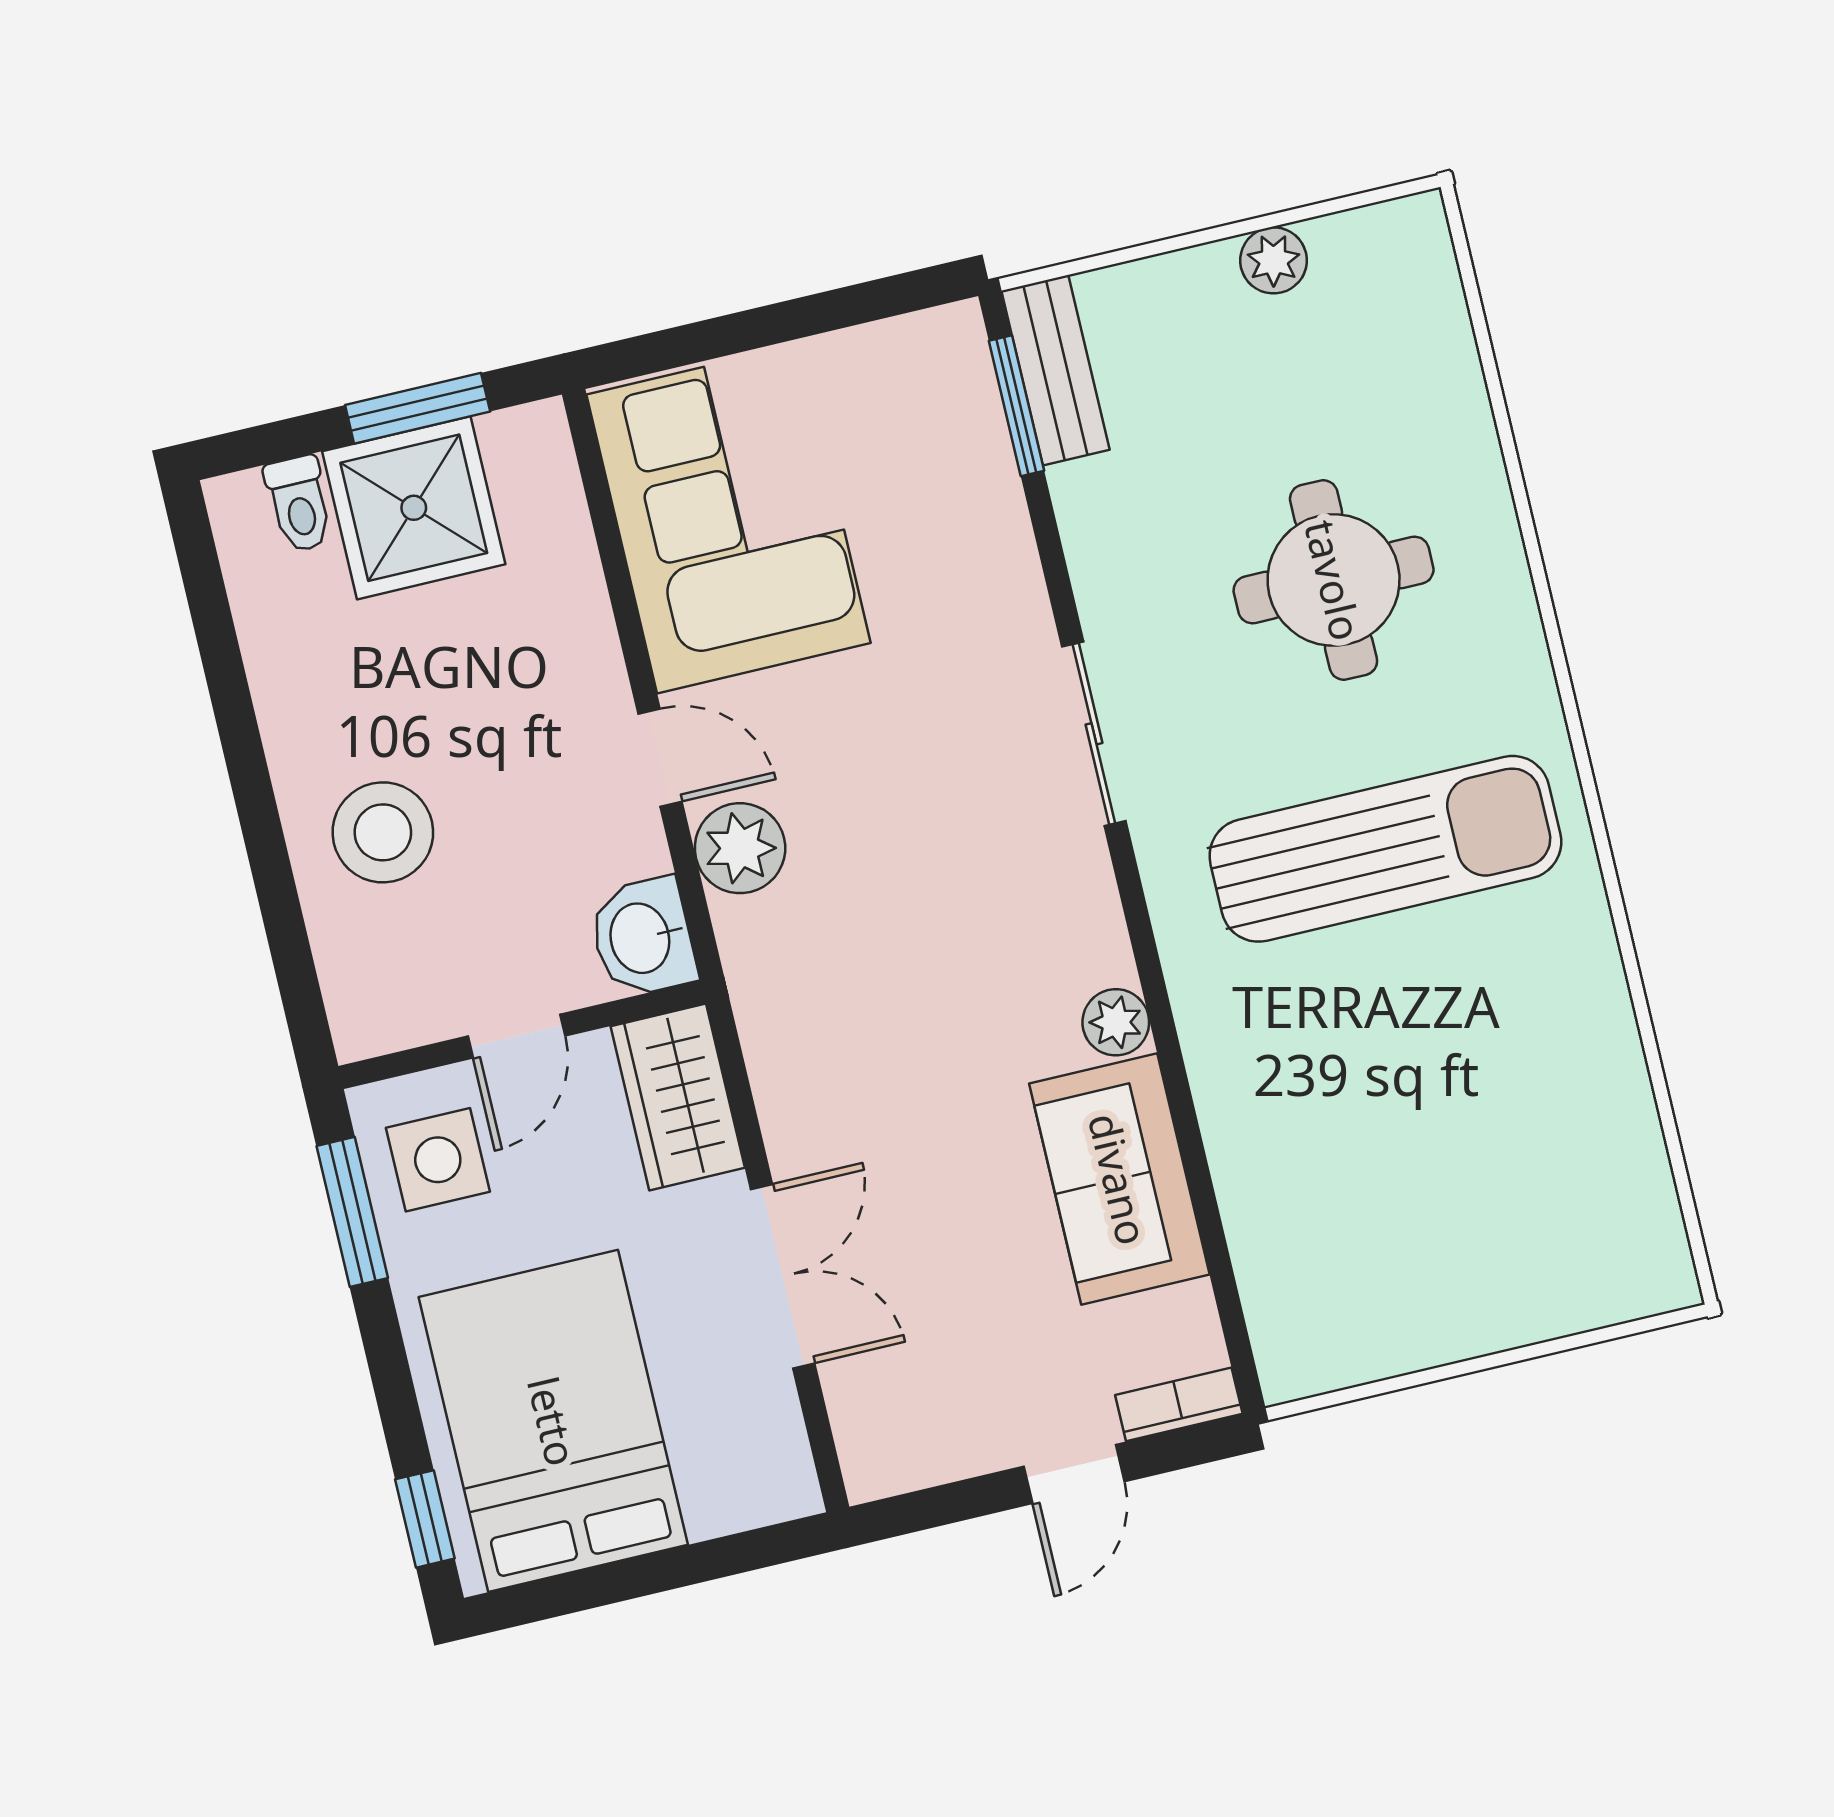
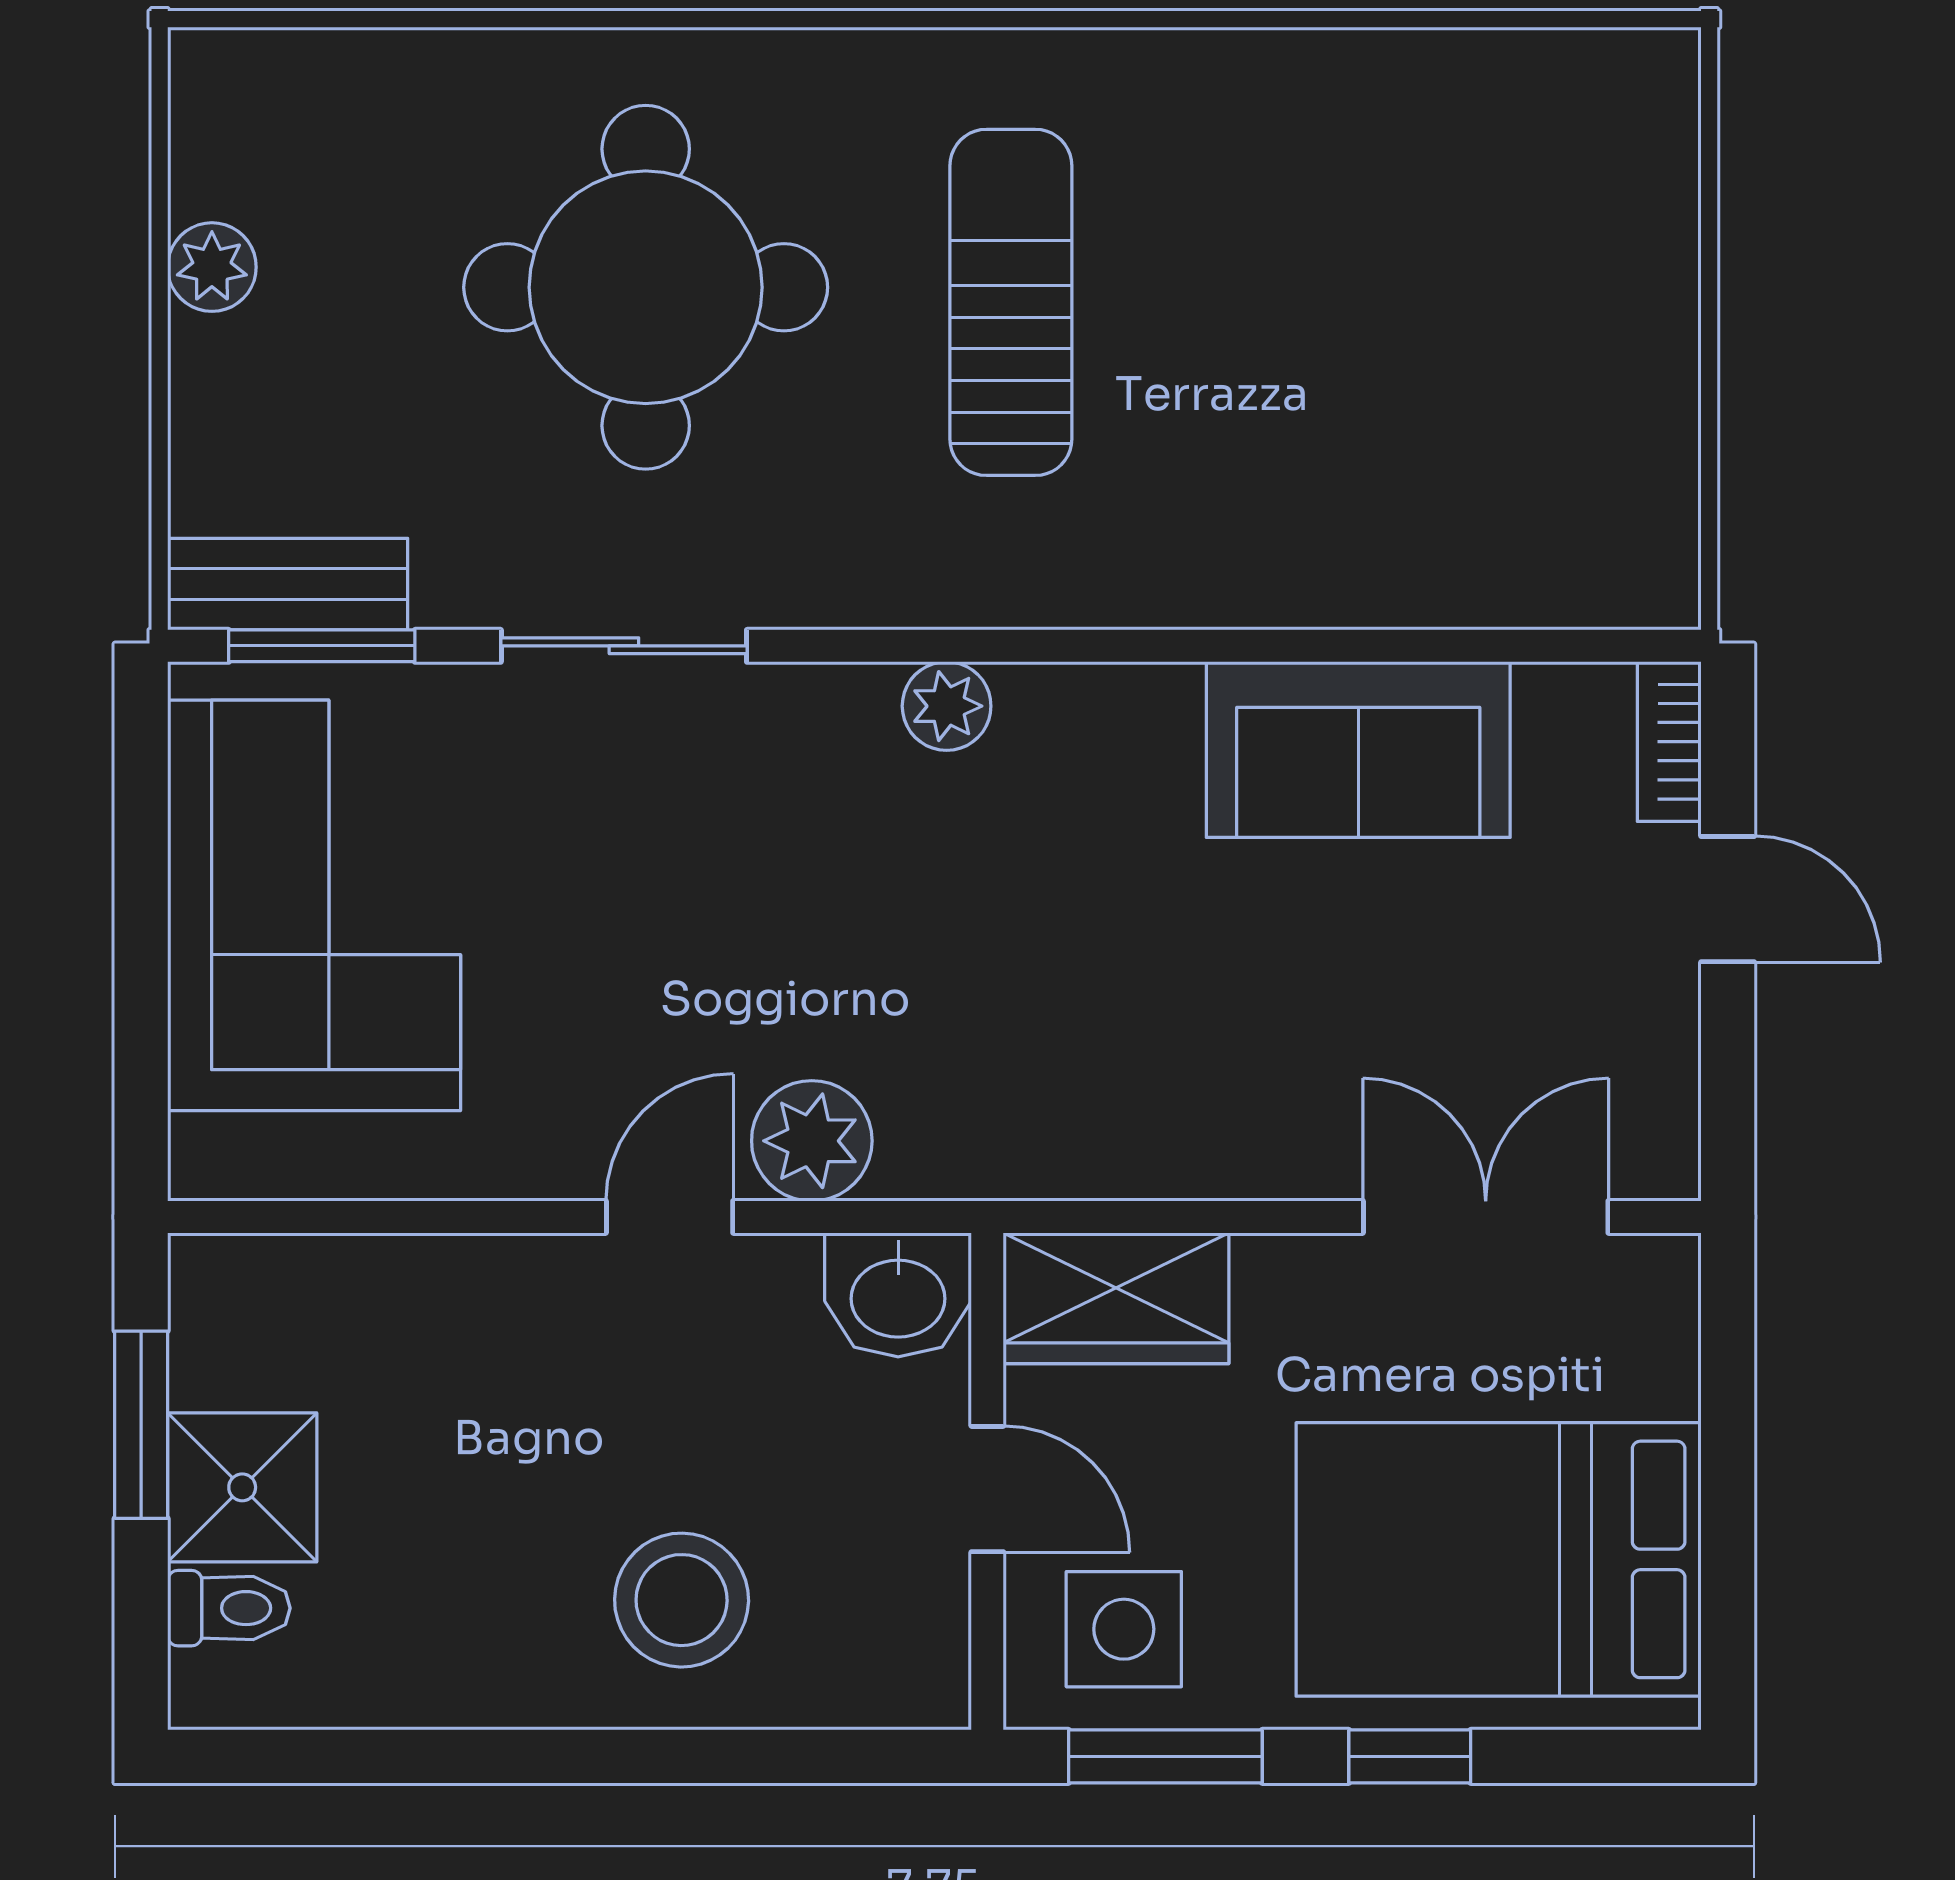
shower: (414, 508) -> (242, 1487), width x0.73, depth x0.73
corner sofa: (729, 519) -> (314, 905), moved, turned 90
round table: (1334, 580) -> (646, 287), width x1.36, depth x1.36
sliding door: (1094, 734) -> (624, 646), moved
sun lounger: (1385, 849) -> (1011, 302), width x0.73, depth x0.75
plant: (1116, 1022) -> (947, 706), moved
double door: (783, 1276) -> (1486, 1217), moved
window: (425, 1519) -> (1410, 1756), moved

